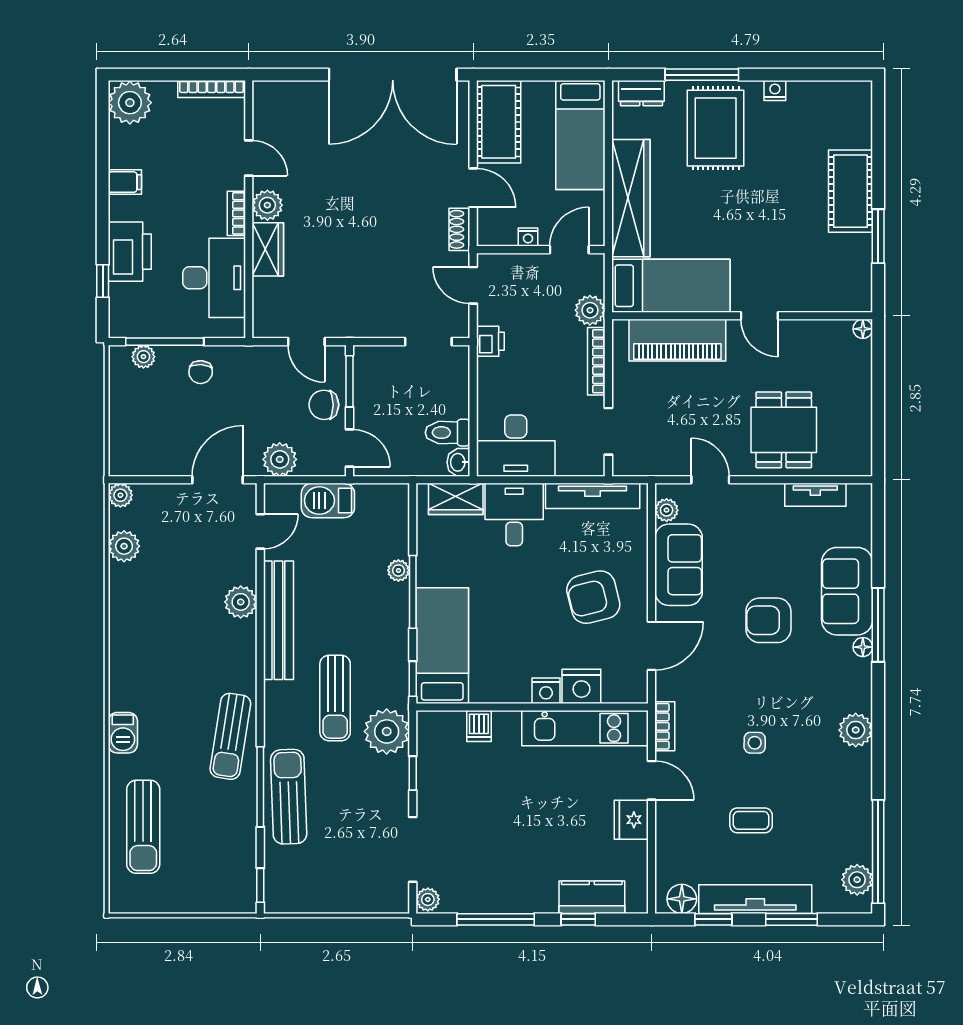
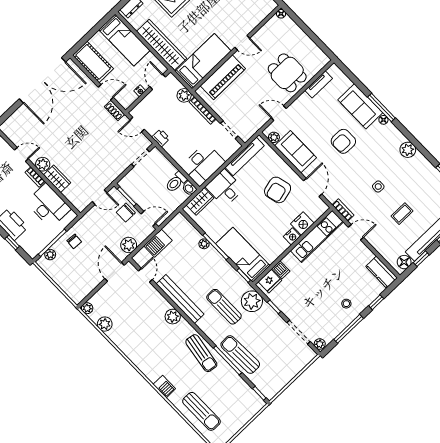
plant: (241, 602) -> (173, 317), moved
sun lounger: (335, 698) -> (224, 307), turned 180
fridge: (631, 820) -> (270, 281), moved, turned -90
stool: (530, 877) -> (346, 304), added
kitchen counter: (592, 897) -> (382, 272), moved, turned -90

